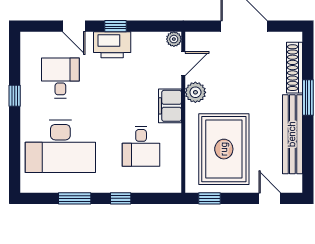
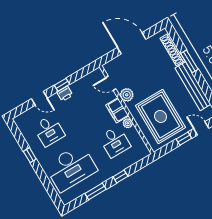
plant: (174, 39) -> (128, 123), moved
printer: (112, 45) -> (65, 94), width x0.53, depth x0.68
door: (183, 64) -> (111, 83), swing flipped
desk: (60, 78) -> (49, 131), turned 180
window: (209, 198) -> (184, 139), moved

